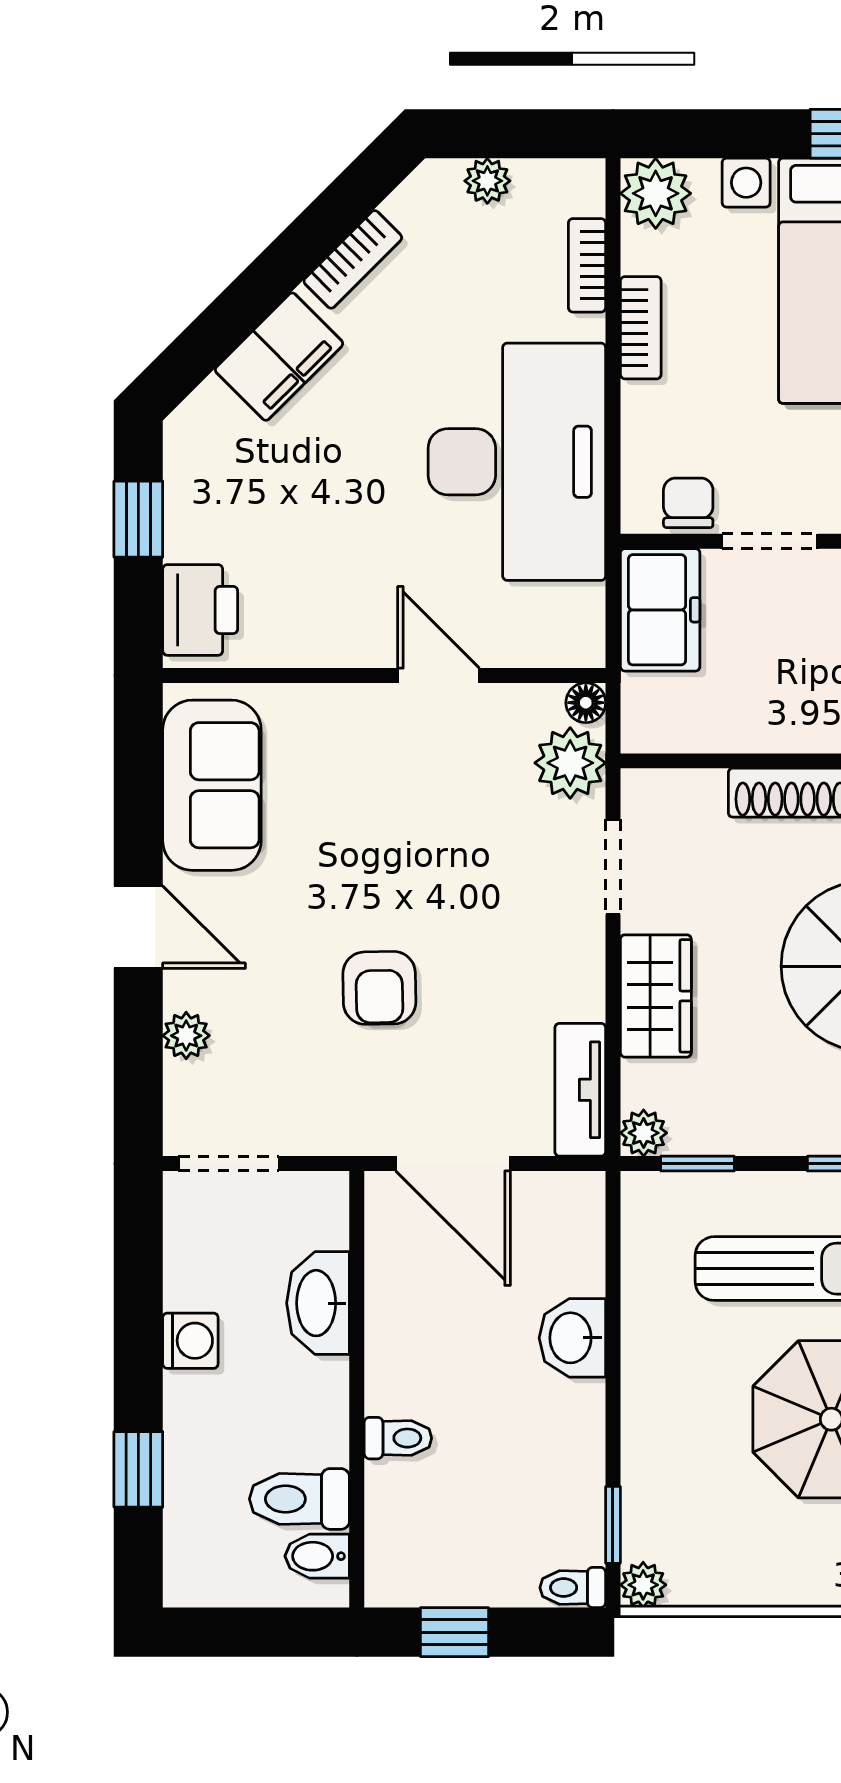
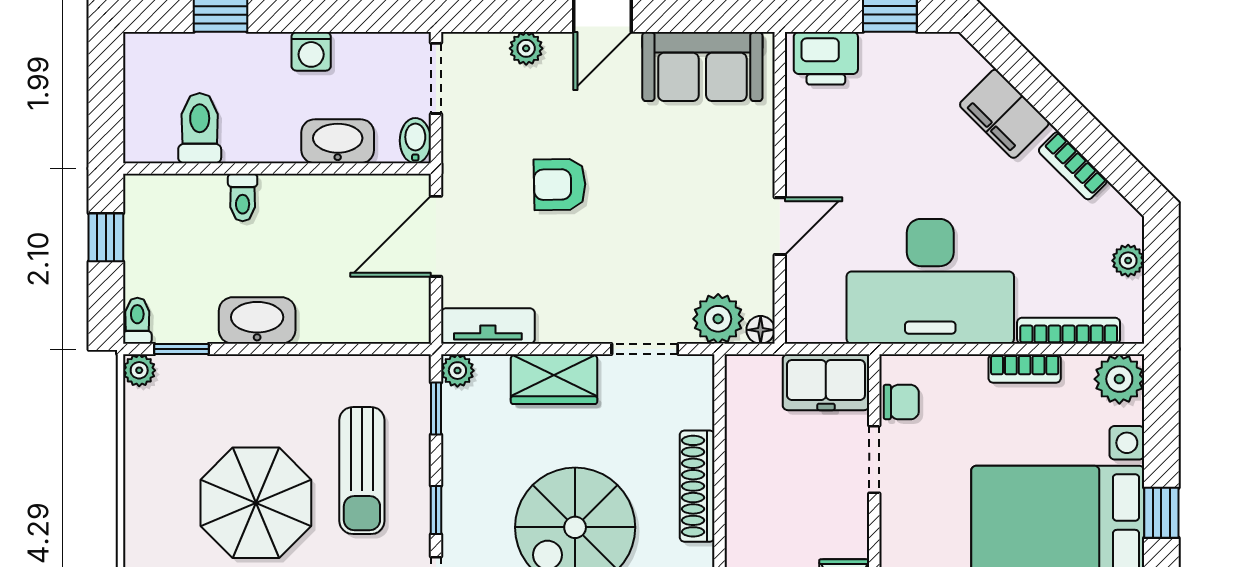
bookcase: (587, 265) -> (1069, 331), width x1.56
washbasin: (572, 1338) -> (257, 320), moved, width x1.38
bidet: (317, 1556) -> (415, 141), moved

